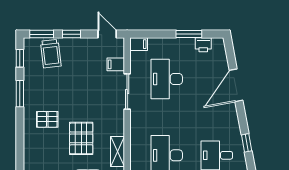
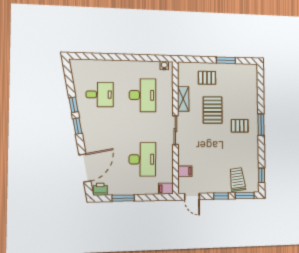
printer: (203, 45) -> (100, 189), moved
door: (236, 85) -> (85, 168), moved
sliding door: (127, 92) -> (175, 130), moved
window: (20, 94) -> (261, 125), moved
window: (242, 118) -> (77, 126), added

